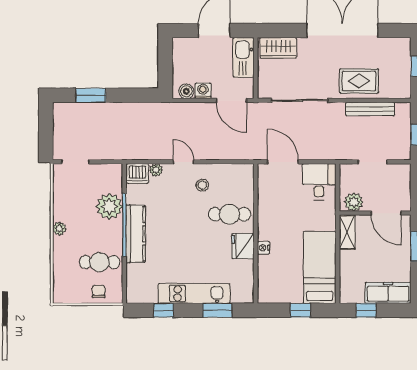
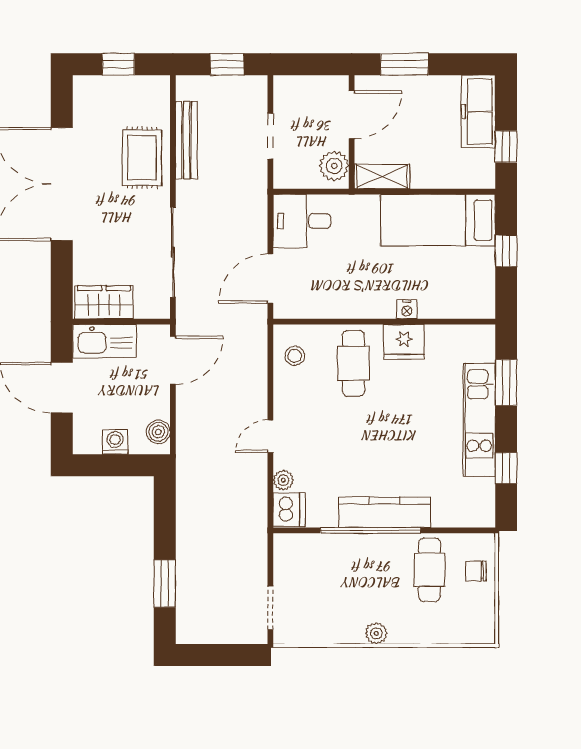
wardrobe: (278, 48) -> (104, 302), moved, turned -90
washing machine: (203, 91) -> (115, 442), moved, turned 90
stool: (202, 185) -> (295, 356), moved
plant: (109, 206) -> (341, 554), removed

